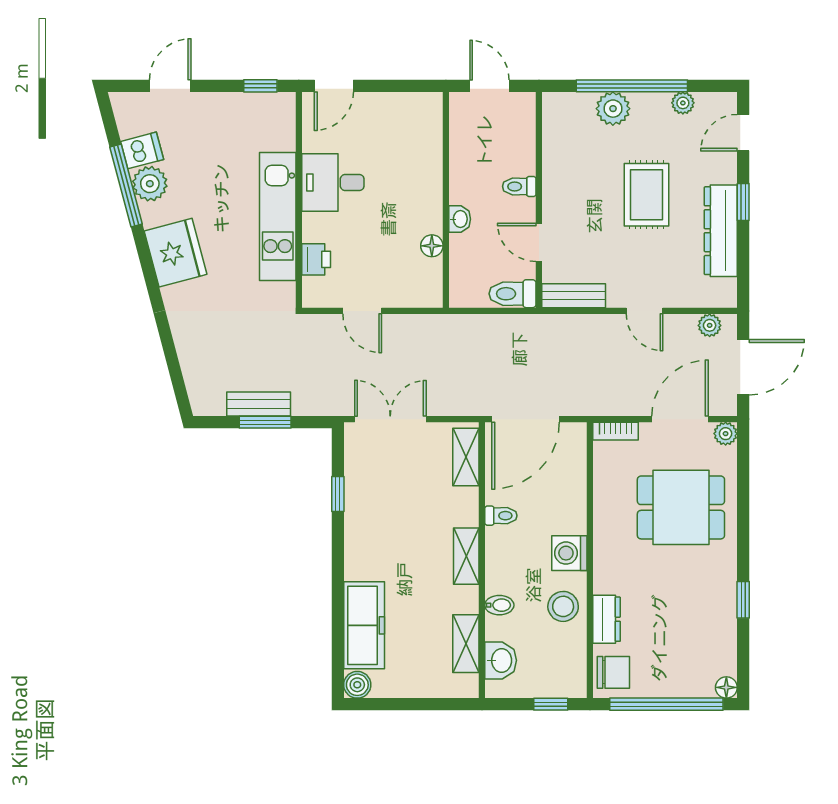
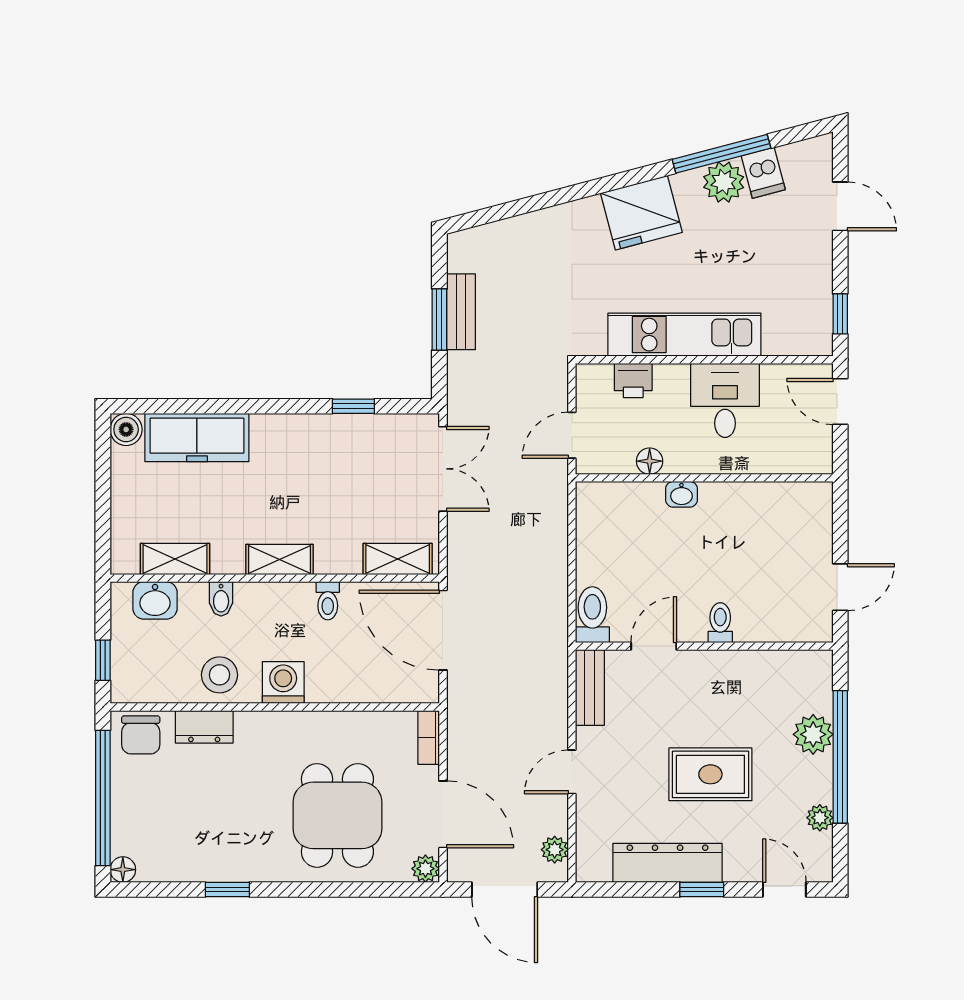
wall: (446, 200) -> (704, 478), moved
washbasin: (460, 219) -> (681, 494), moved
floor lamp: (432, 246) -> (650, 461), moved

